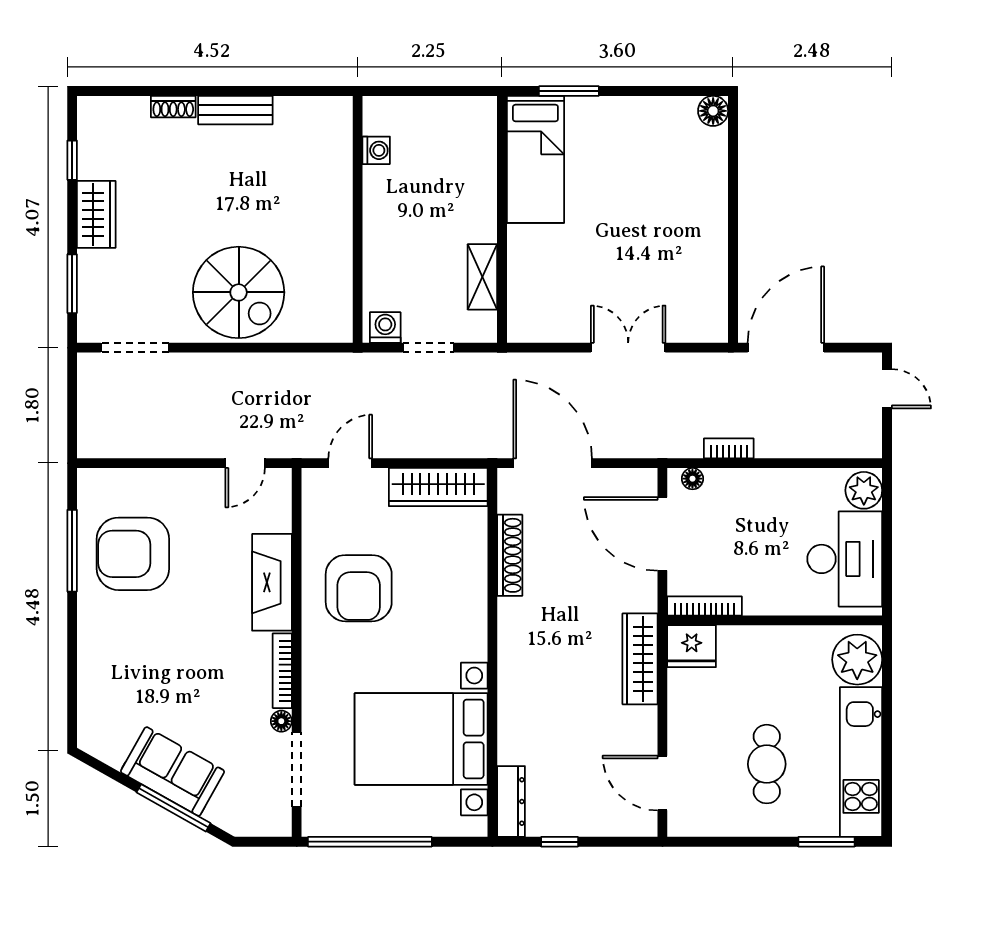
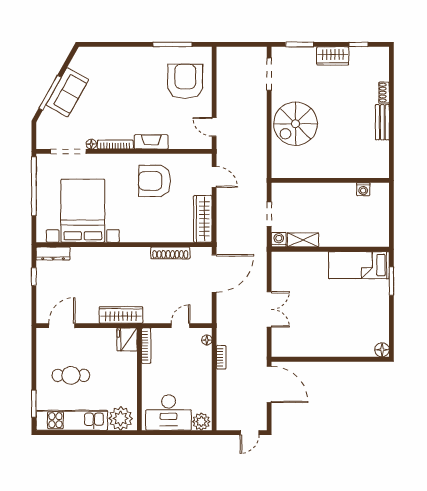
washing machine: (385, 328) -> (279, 240), moved, turned -90
door: (662, 534) -> (181, 326), width x0.53
armchair: (133, 554) -> (185, 81), moved
fireplace: (272, 582) -> (151, 142), width x0.73, depth x0.76

